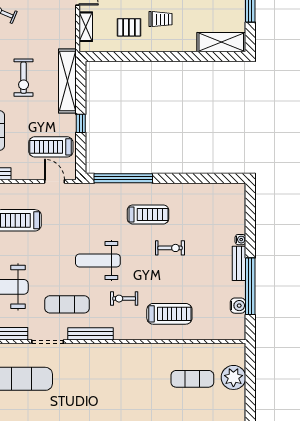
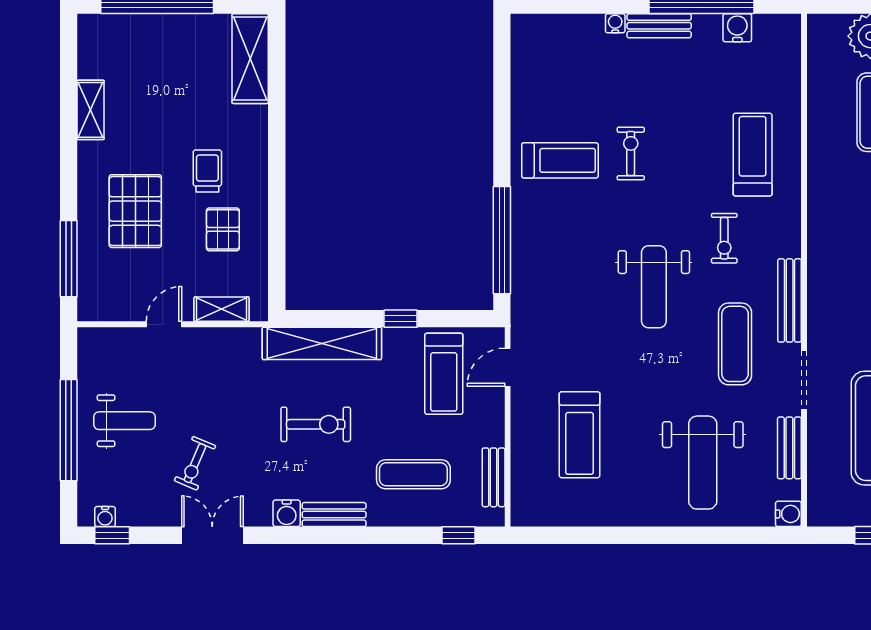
treadmill: (148, 214) -> (560, 160), moved, turned 90

